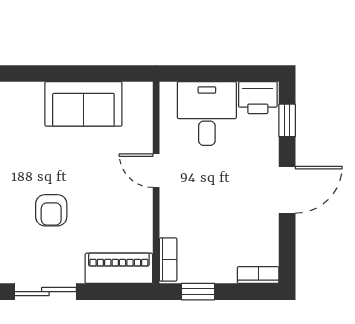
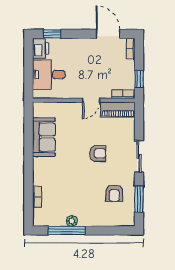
door: (156, 171) -> (91, 100), moved
door: (287, 190) -> (108, 34), moved
piano: (119, 268) -> (118, 110), moved, turned -90

